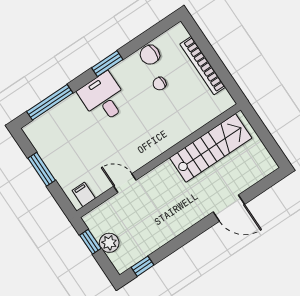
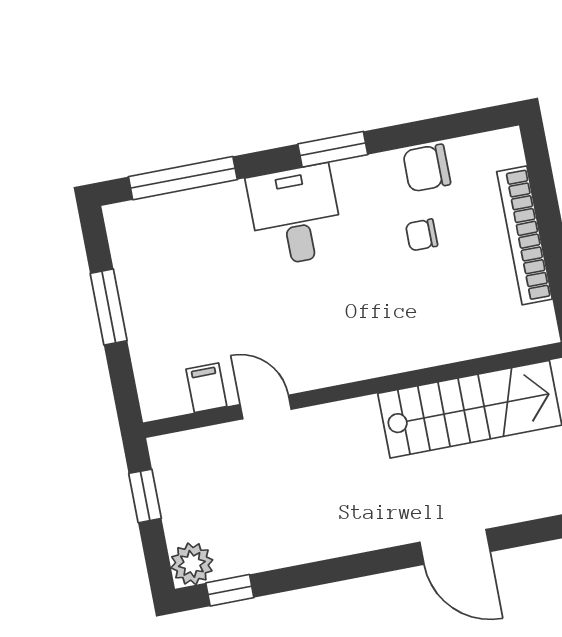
filing cabinet: (84, 194) -> (206, 388), moved
plant: (109, 243) -> (192, 564), moved

